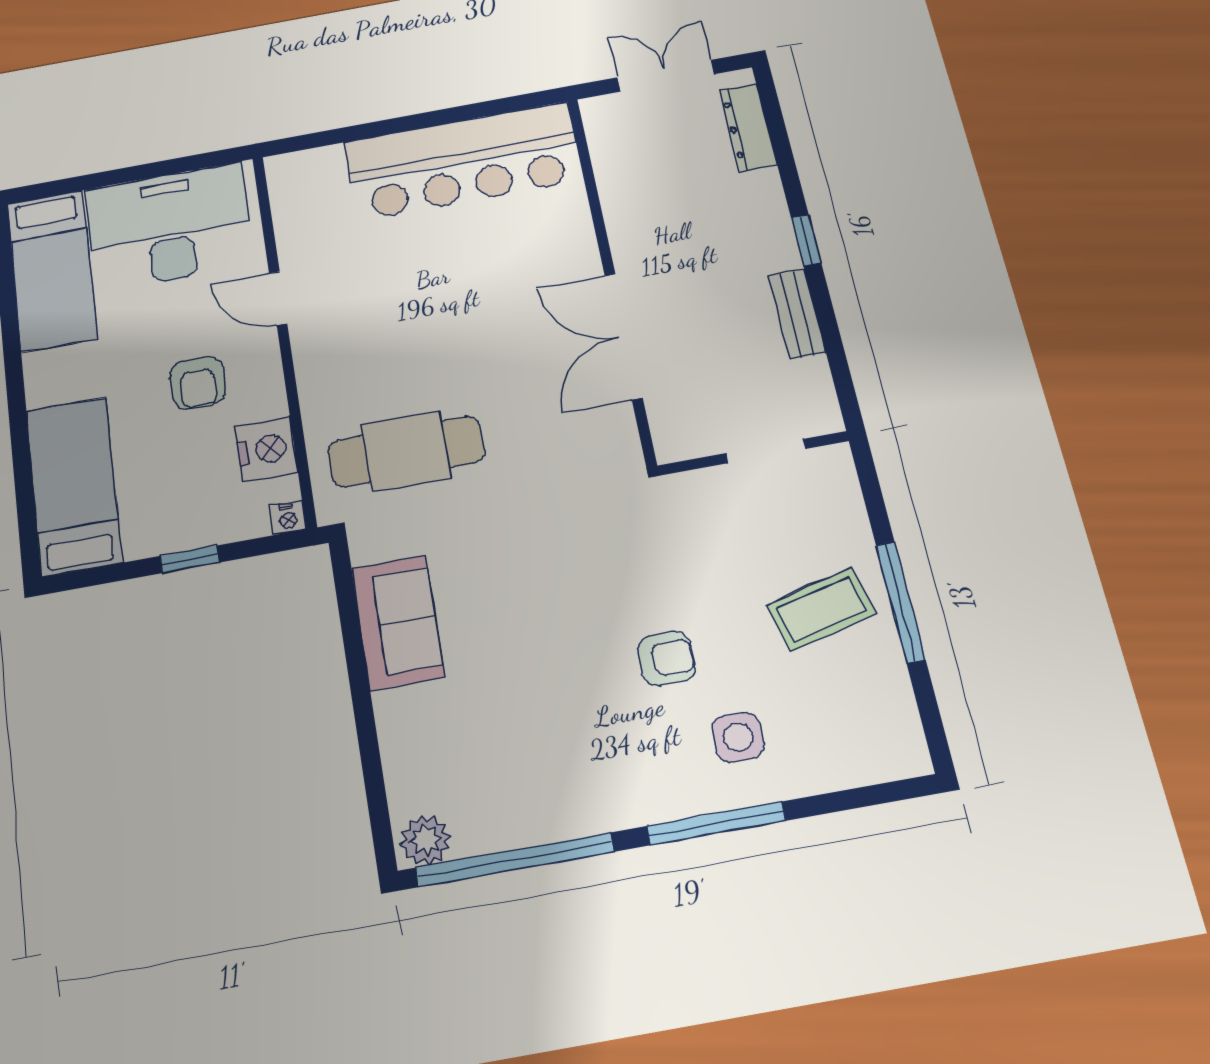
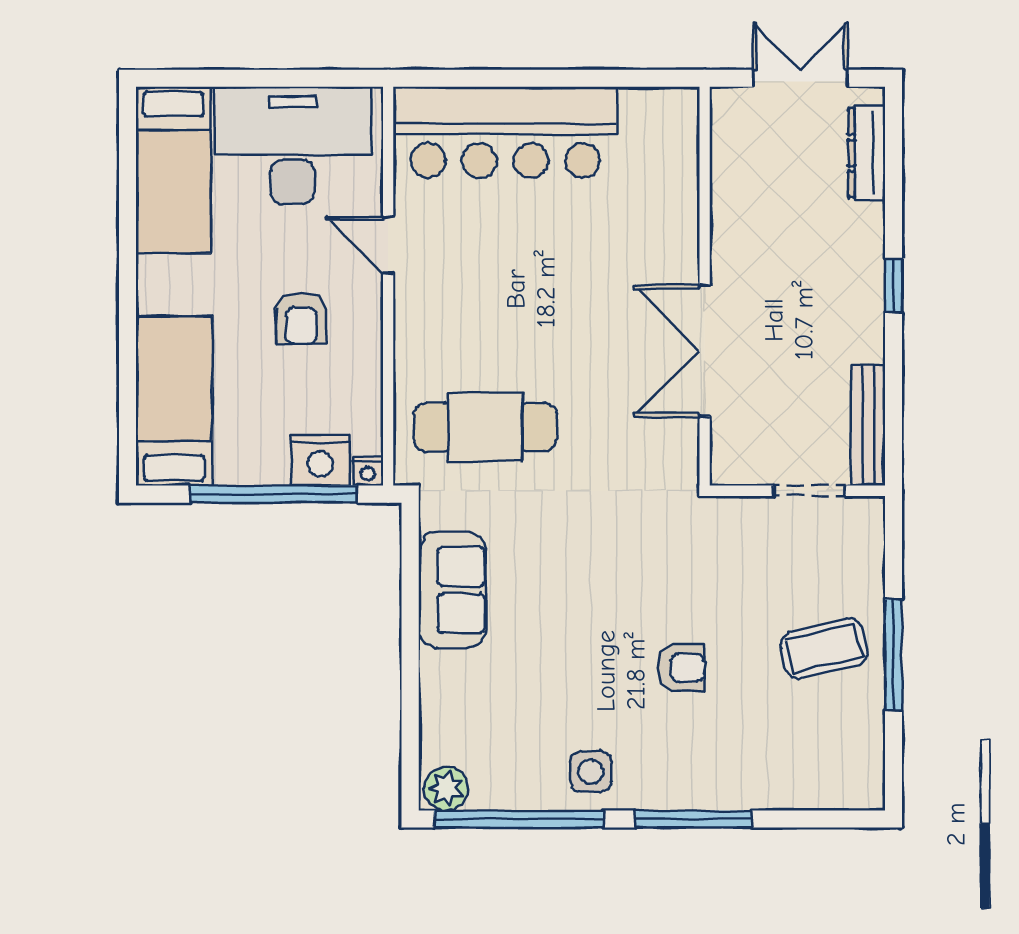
bar counter: (463, 161) -> (505, 132), moved
bench: (797, 314) -> (868, 425), moved, width x1.36
nightstand: (267, 449) -> (320, 460), moved, turned 90
window: (189, 559) -> (273, 494), width x3.17
side table: (738, 737) -> (591, 772), moved

